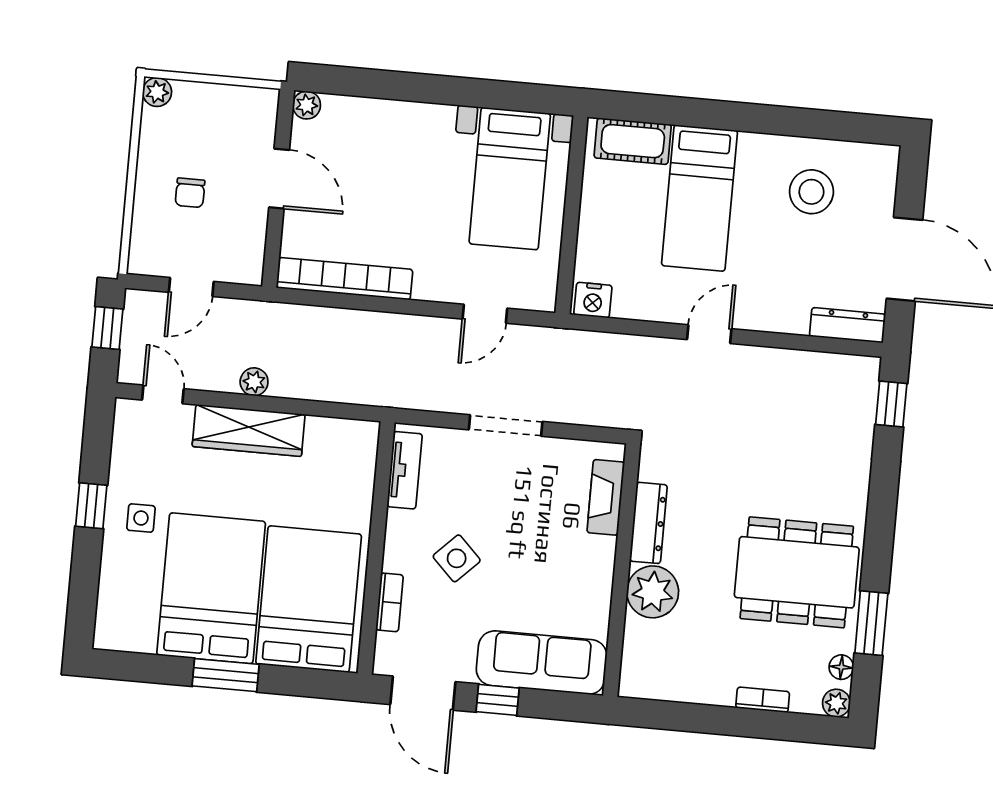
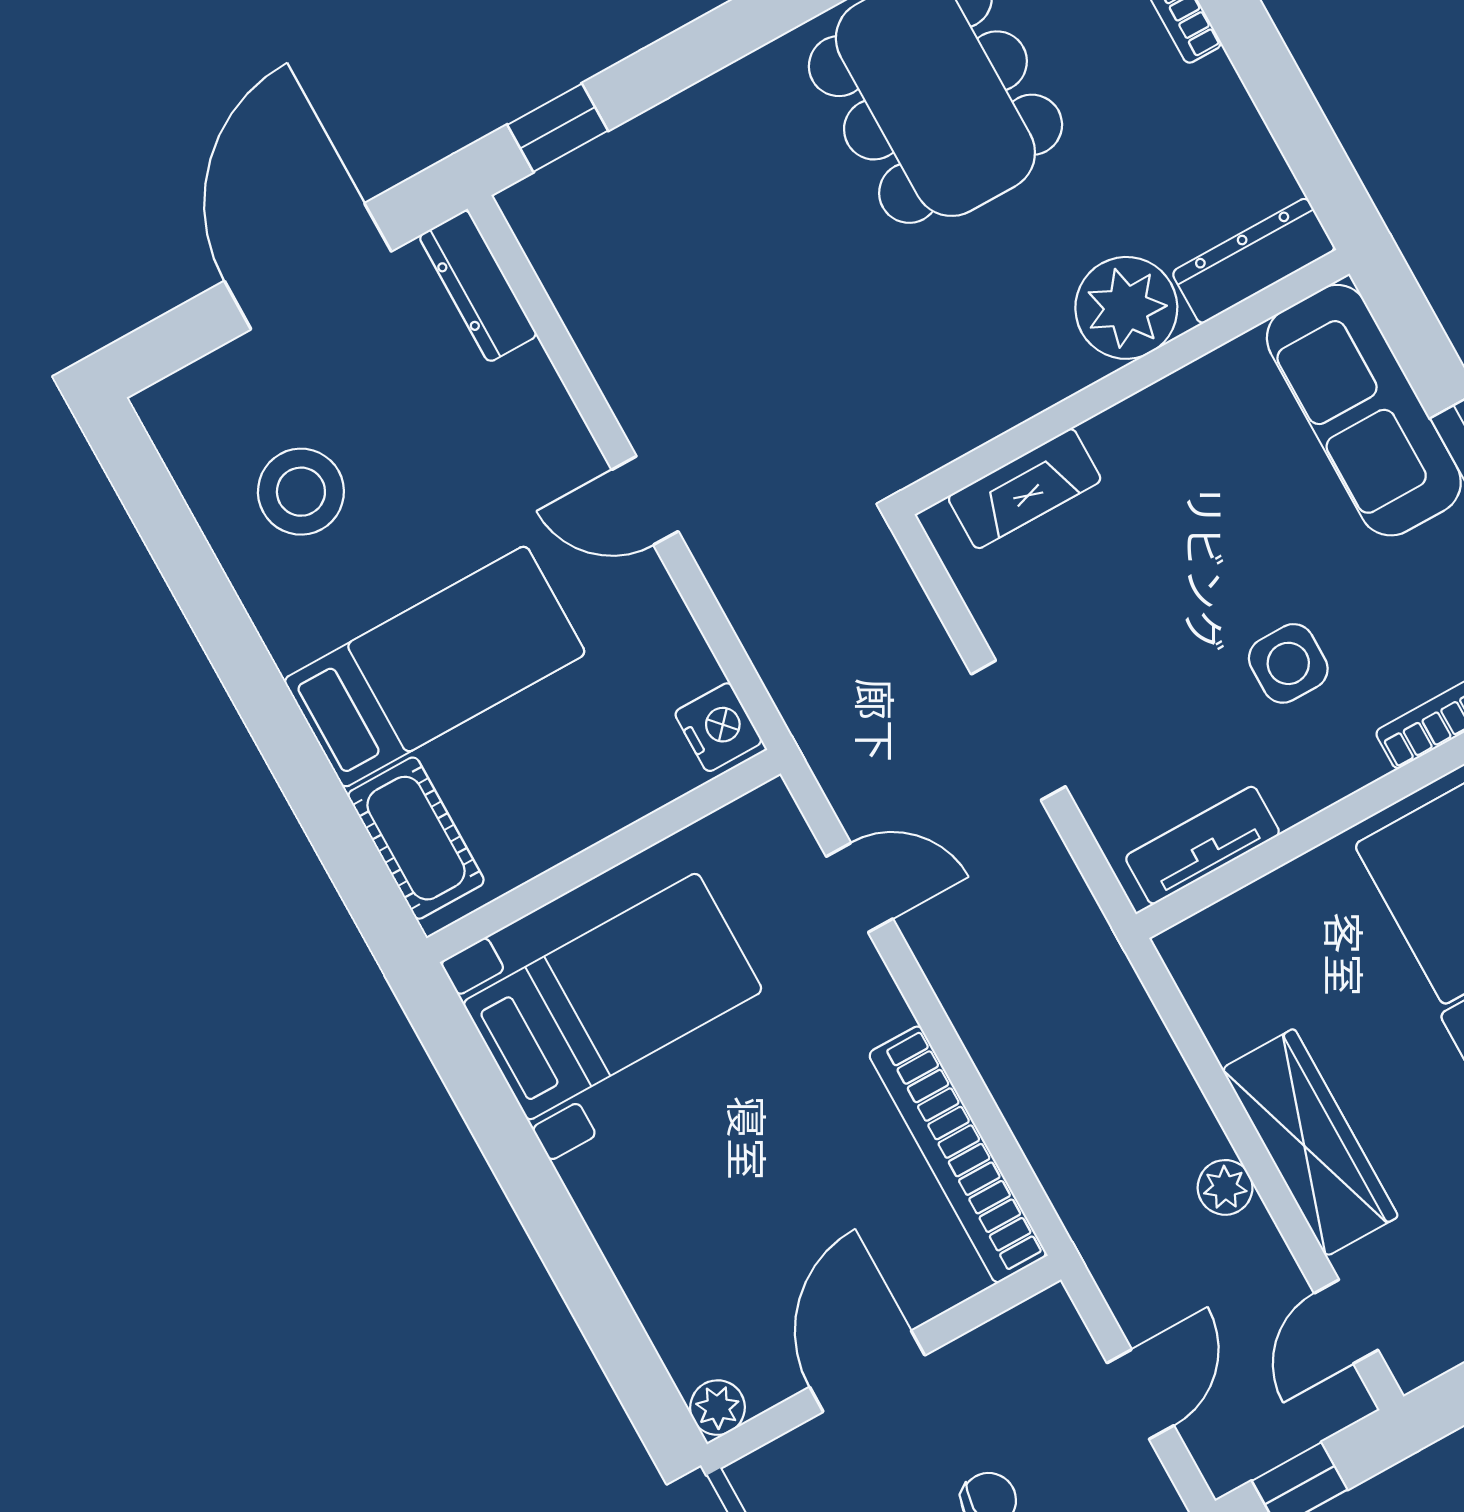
door: (191, 287) -> (1140, 1394), hinge flipped
dresser: (648, 523) -> (1254, 261), moved
side table: (457, 558) -> (1288, 663), turned 45

